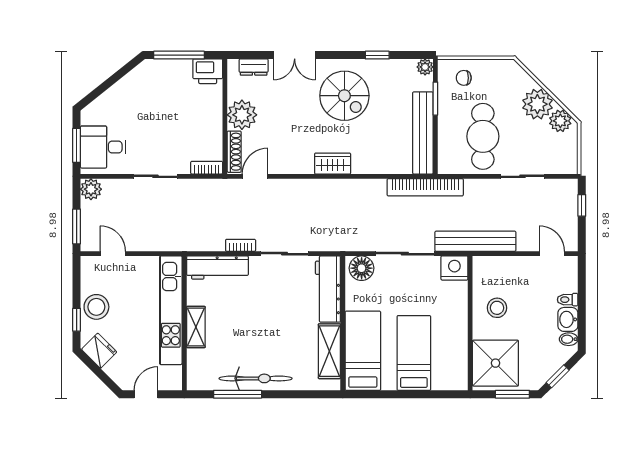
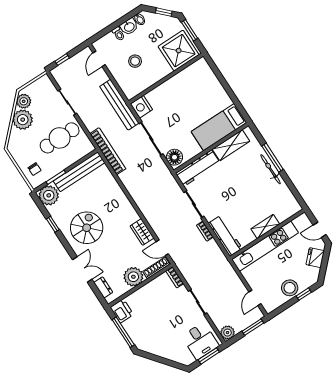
plant: (425, 67) -> (49, 195), width x1.87, depth x1.87
wardrobe: (333, 164) -> (142, 232), moved
stool: (497, 308) -> (135, 61), moved
fridge: (99, 351) -> (315, 258), moved
bed: (414, 353) -> (202, 99), removed
bicycle: (256, 378) -> (270, 169), width x0.73, depth x0.71
window: (238, 394) -> (273, 158), moved

